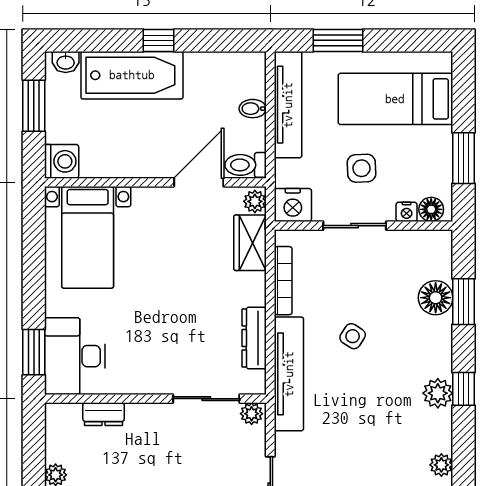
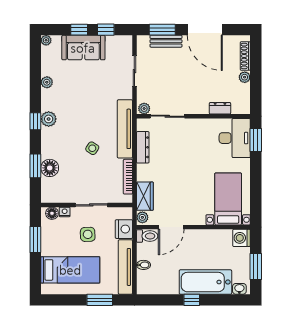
nightstand: (293, 205) -> (124, 229), moved, turned 90

